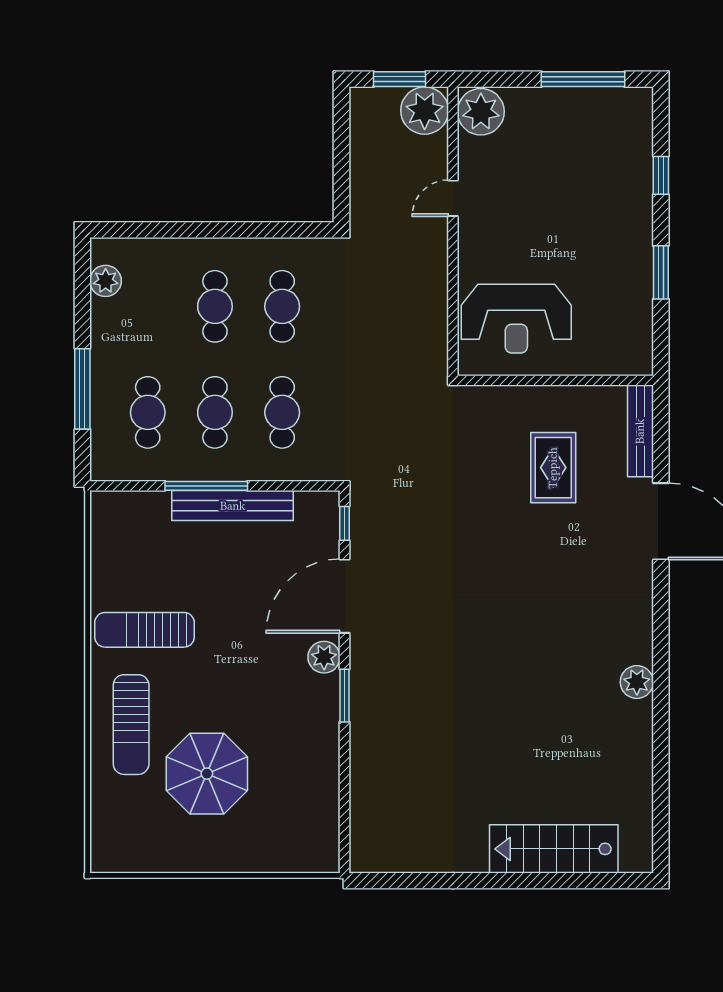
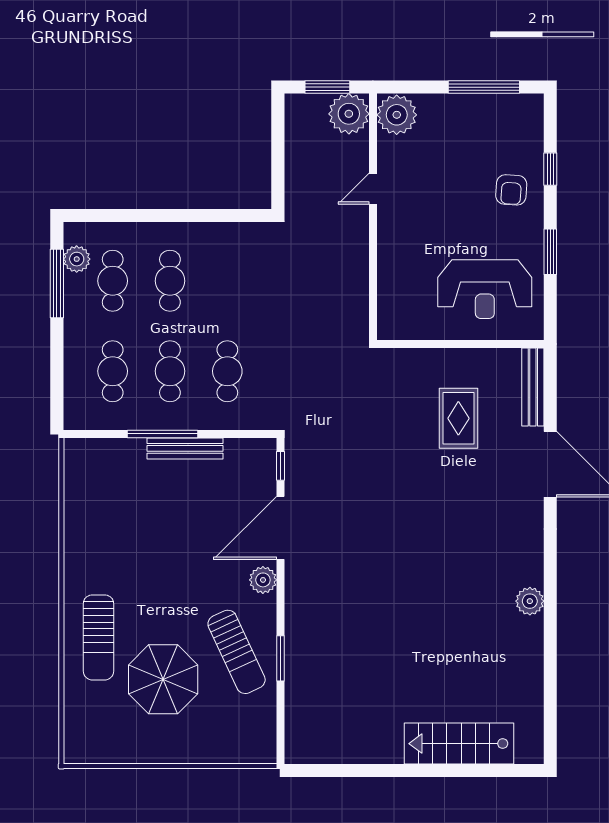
armchair: (615, 200) -> (511, 190), added
cafe table: (282, 306) -> (113, 281), moved
reception desk: (516, 319) -> (485, 289), moved
window: (82, 389) -> (57, 284), moved
bench: (233, 506) -> (185, 448), width x0.73, depth x0.82
sun lounger: (145, 630) -> (237, 652), moved, turned -115
window: (344, 696) -> (280, 658), moved

